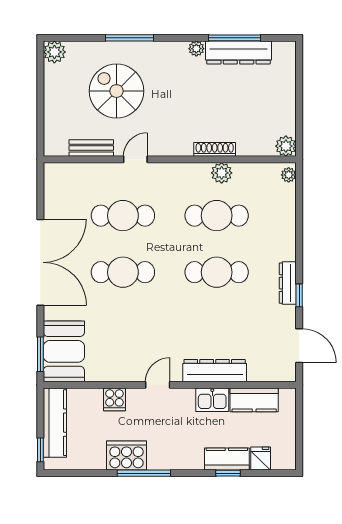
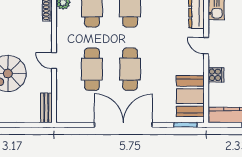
bench: (91, 148) -> (46, 108), moved
booth: (64, 351) -> (190, 96), moved, turned 90

